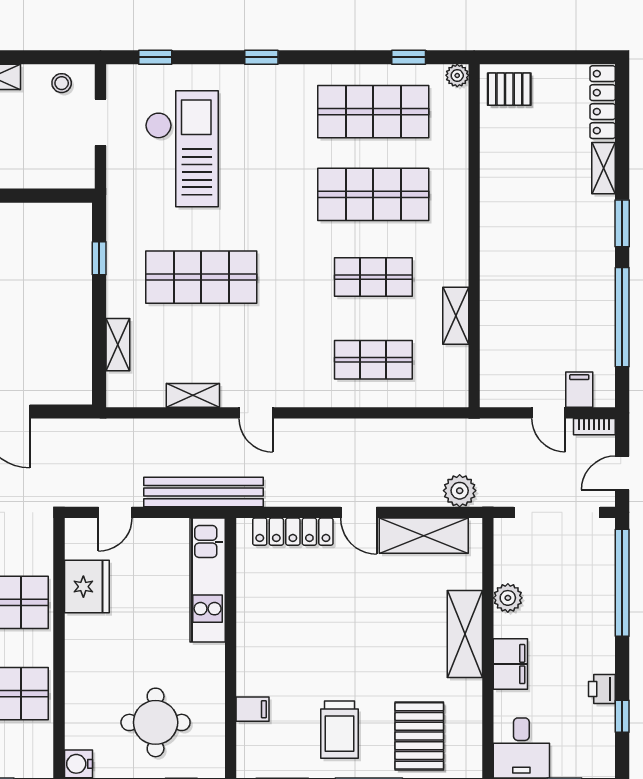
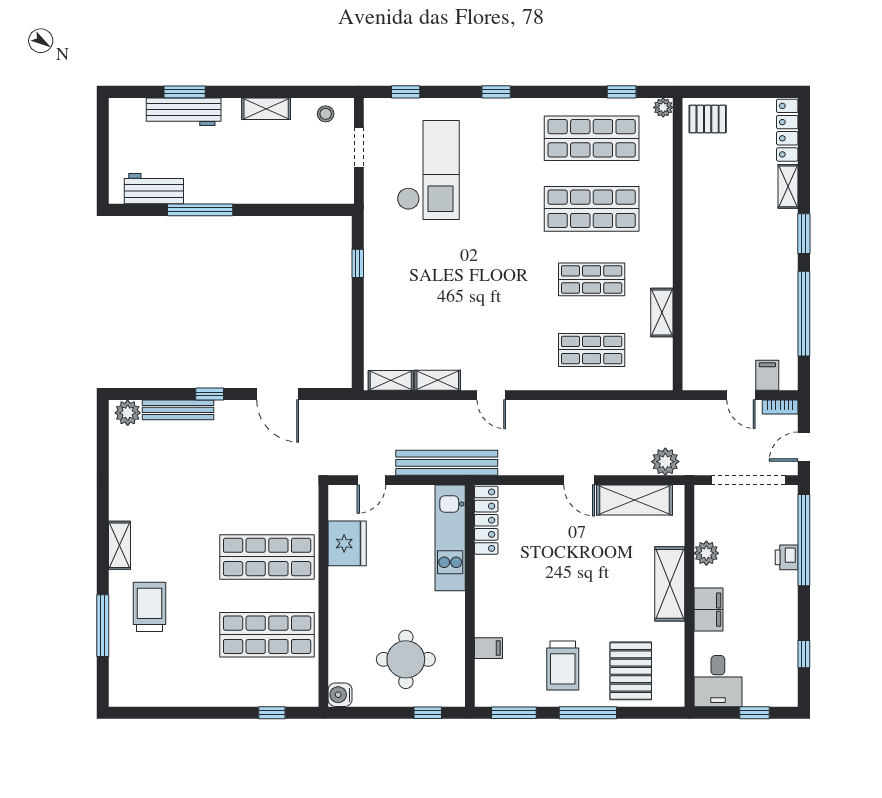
shop shelf: (201, 277) -> (445, 279), removed
shelving: (118, 345) -> (391, 380), moved, turned 90
locker: (293, 532) -> (486, 520), moved, turned -90
printer: (602, 689) -> (787, 557), moved

